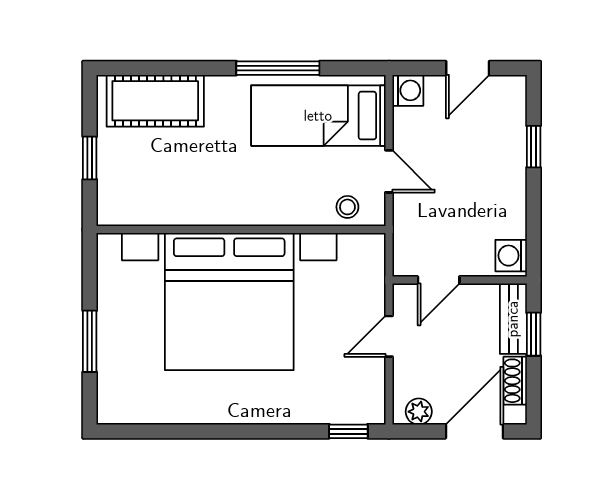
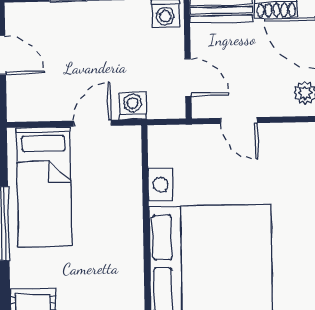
washing machine: (408, 90) -> (133, 106), moved
stool: (347, 207) -> (125, 160), removed

